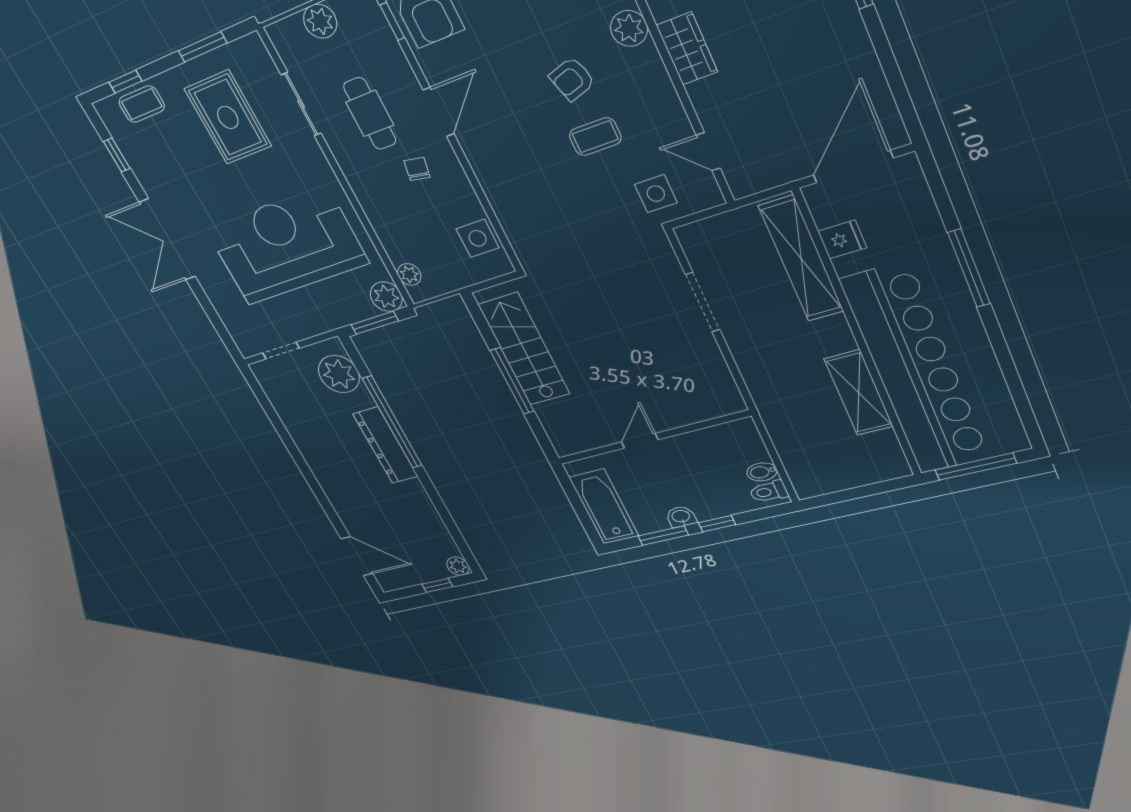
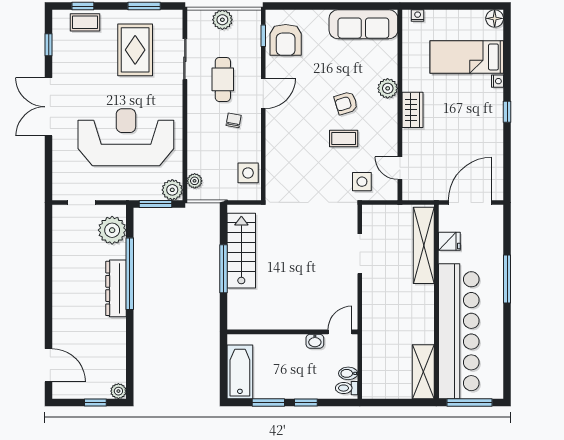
shelving: (859, 393) -> (423, 372), moved
door: (640, 441) -> (340, 332), moved
washbasin: (681, 517) -> (315, 341), moved, turned 180

